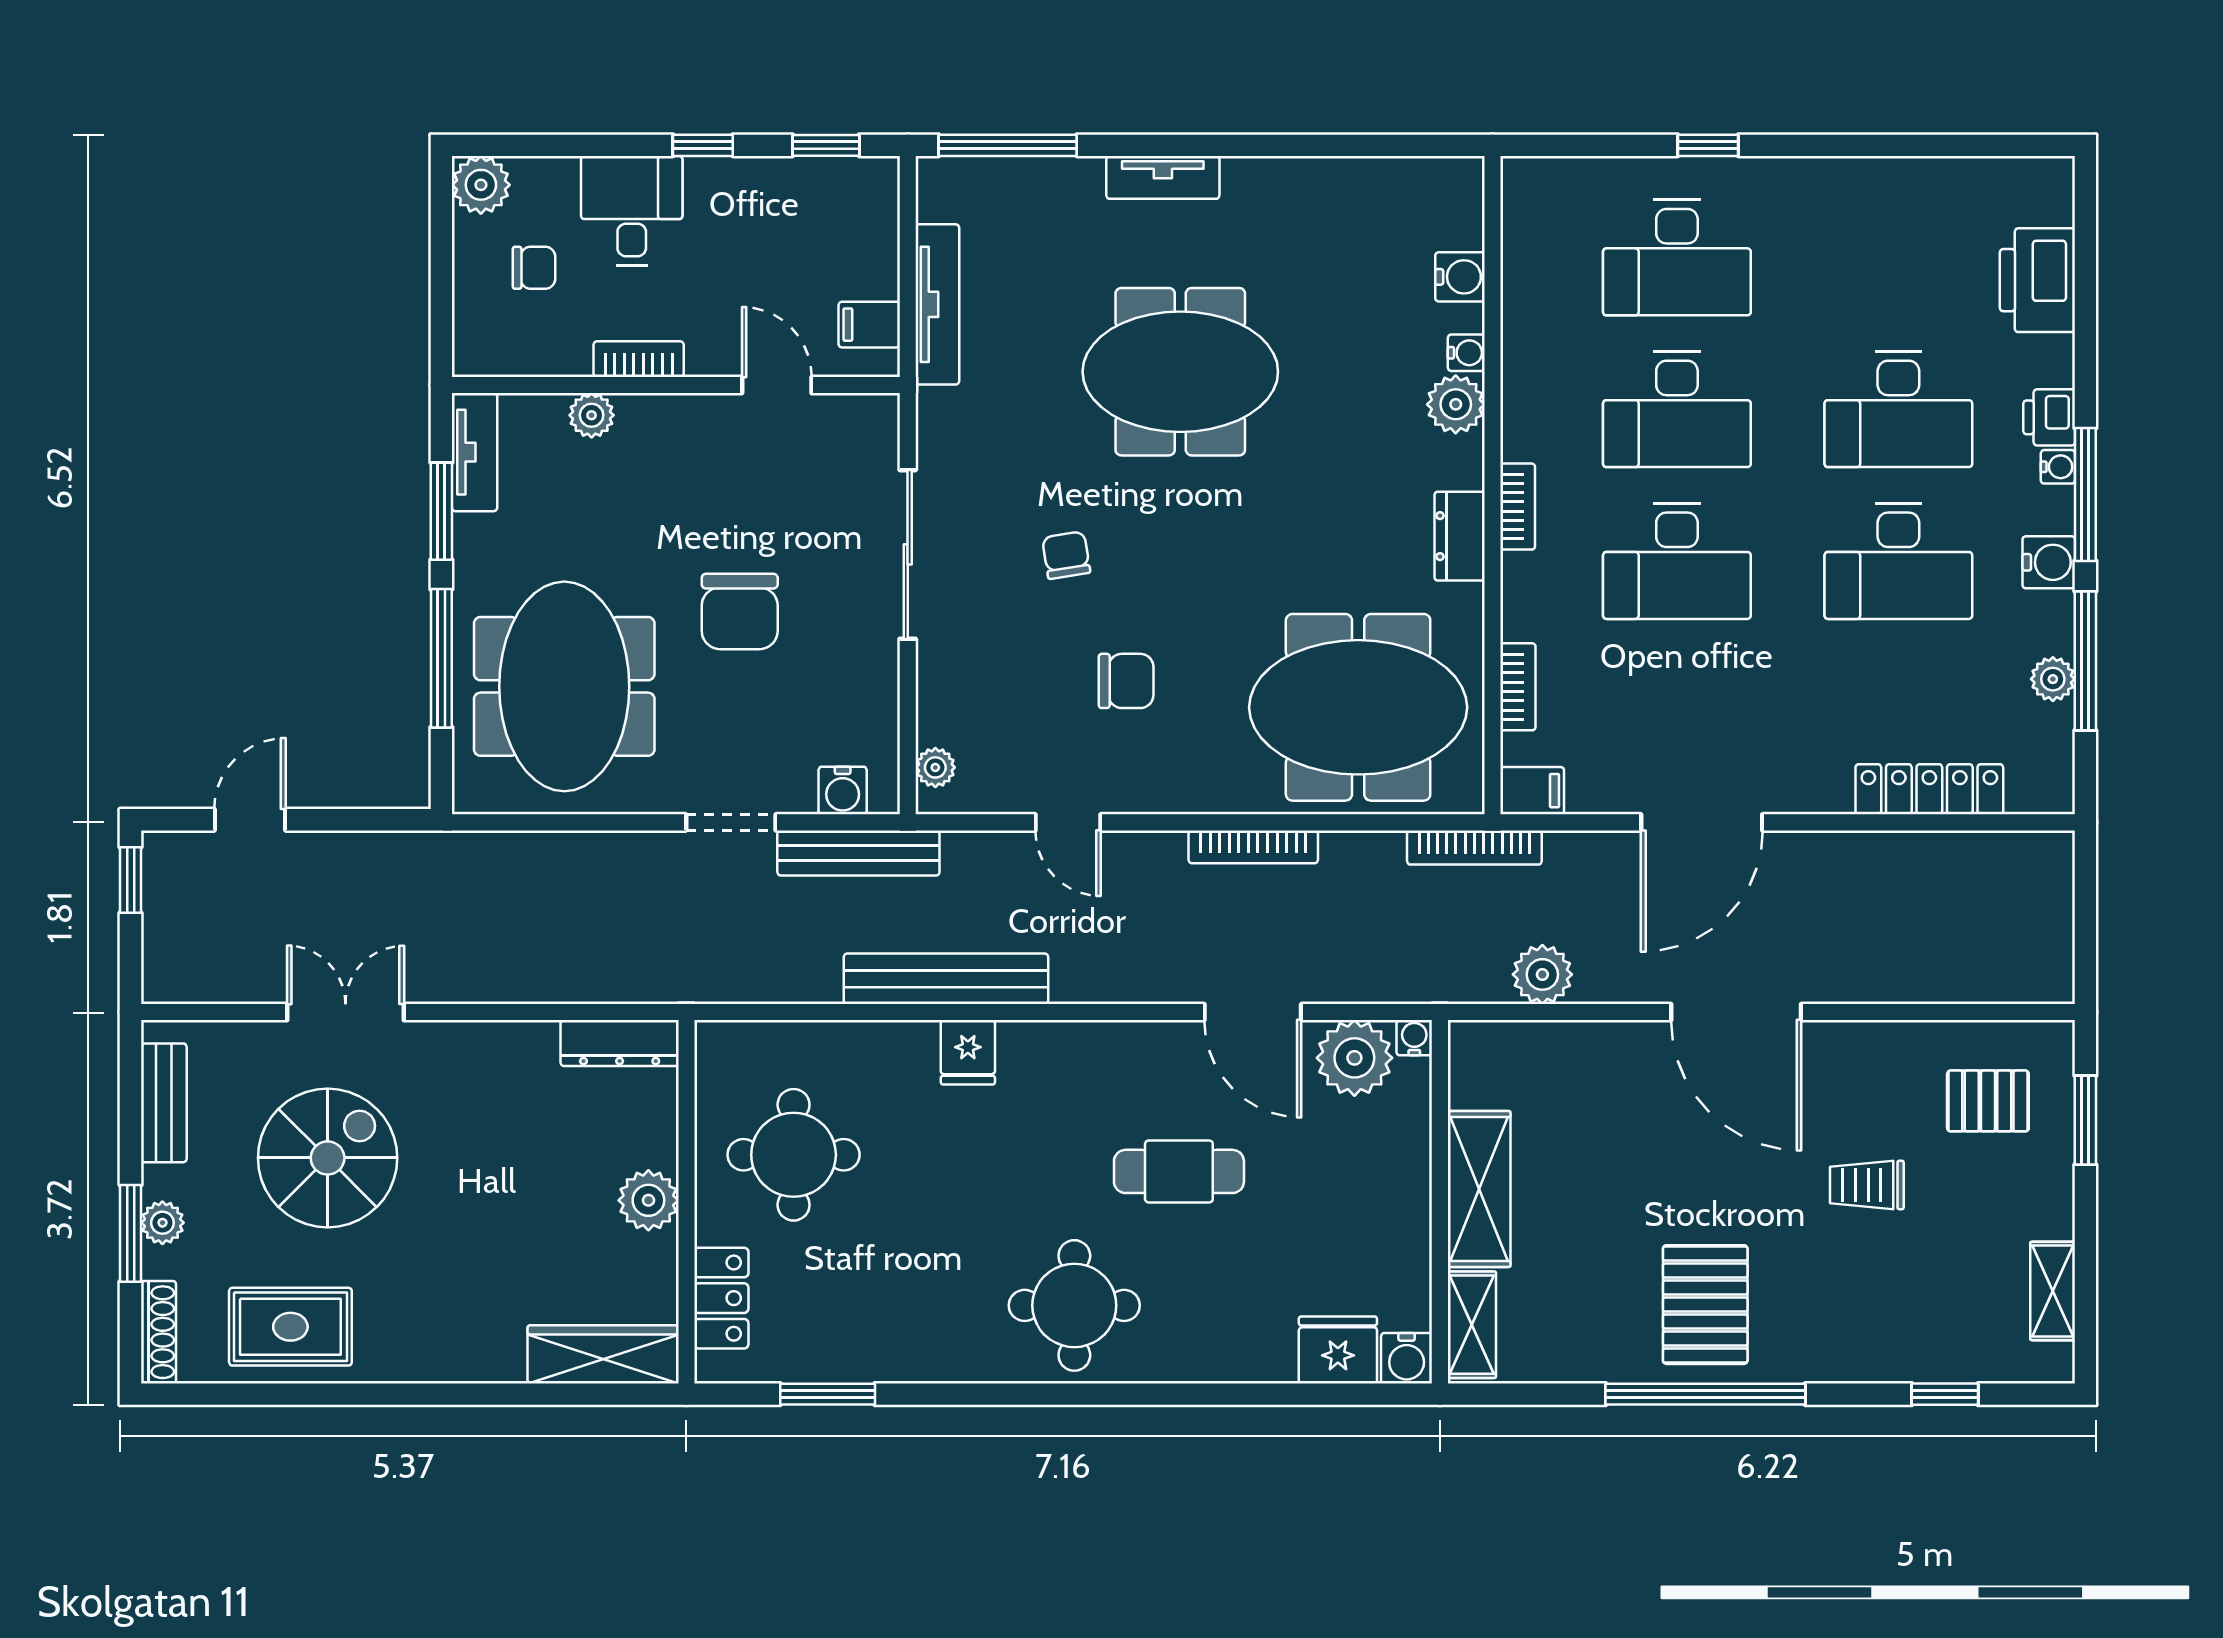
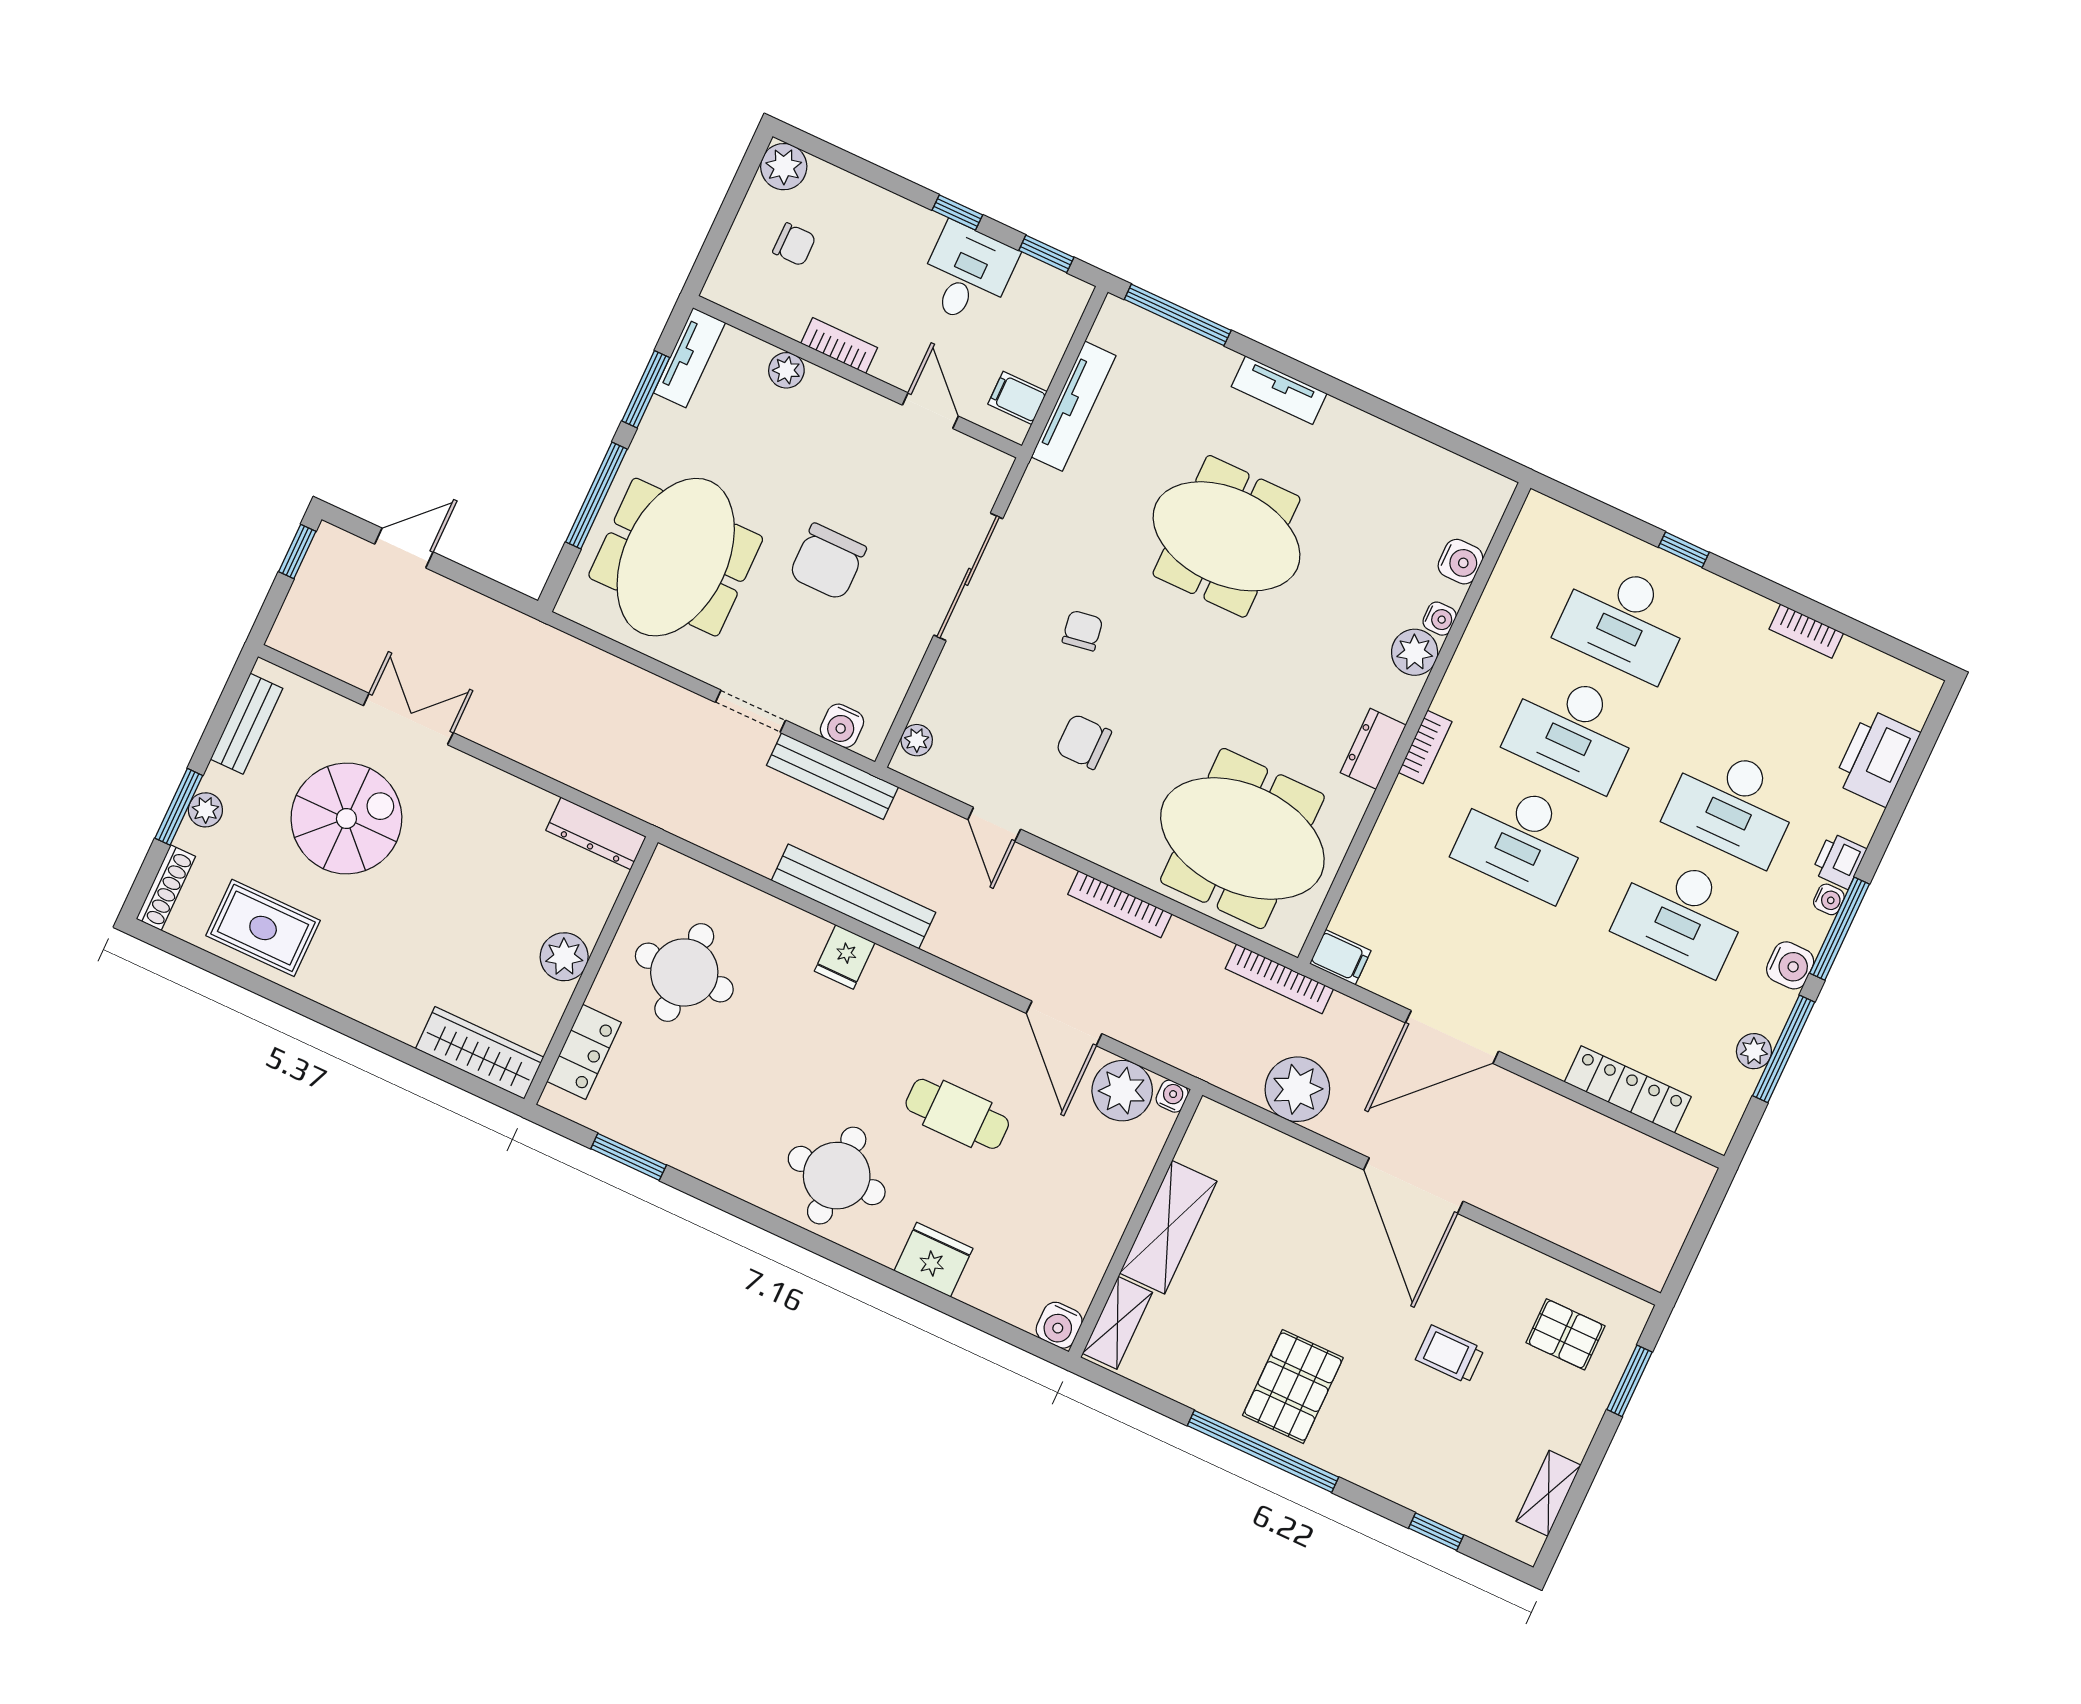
desk: (632, 210) -> (967, 274), moved
chair: (1126, 681) -> (1084, 742), turned 180
bookcase: (1518, 687) -> (1806, 631), moved, turned 90
plant: (1542, 974) -> (1297, 1089), width x1.36, depth x1.36
fridge: (1338, 1350) -> (934, 1260), moved

